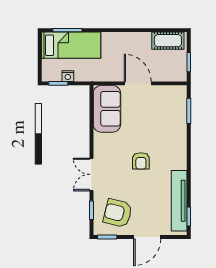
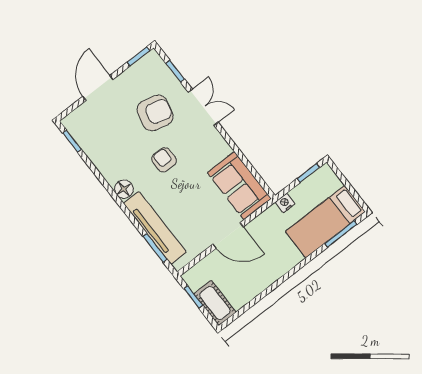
cot: (168, 41) -> (215, 303), moved, turned 90
nightstand: (68, 76) -> (285, 203), moved
floor lamp: (180, 162) -> (124, 189), added
tv unit: (179, 201) -> (155, 228), moved
armchair: (118, 213) -> (155, 113), moved

